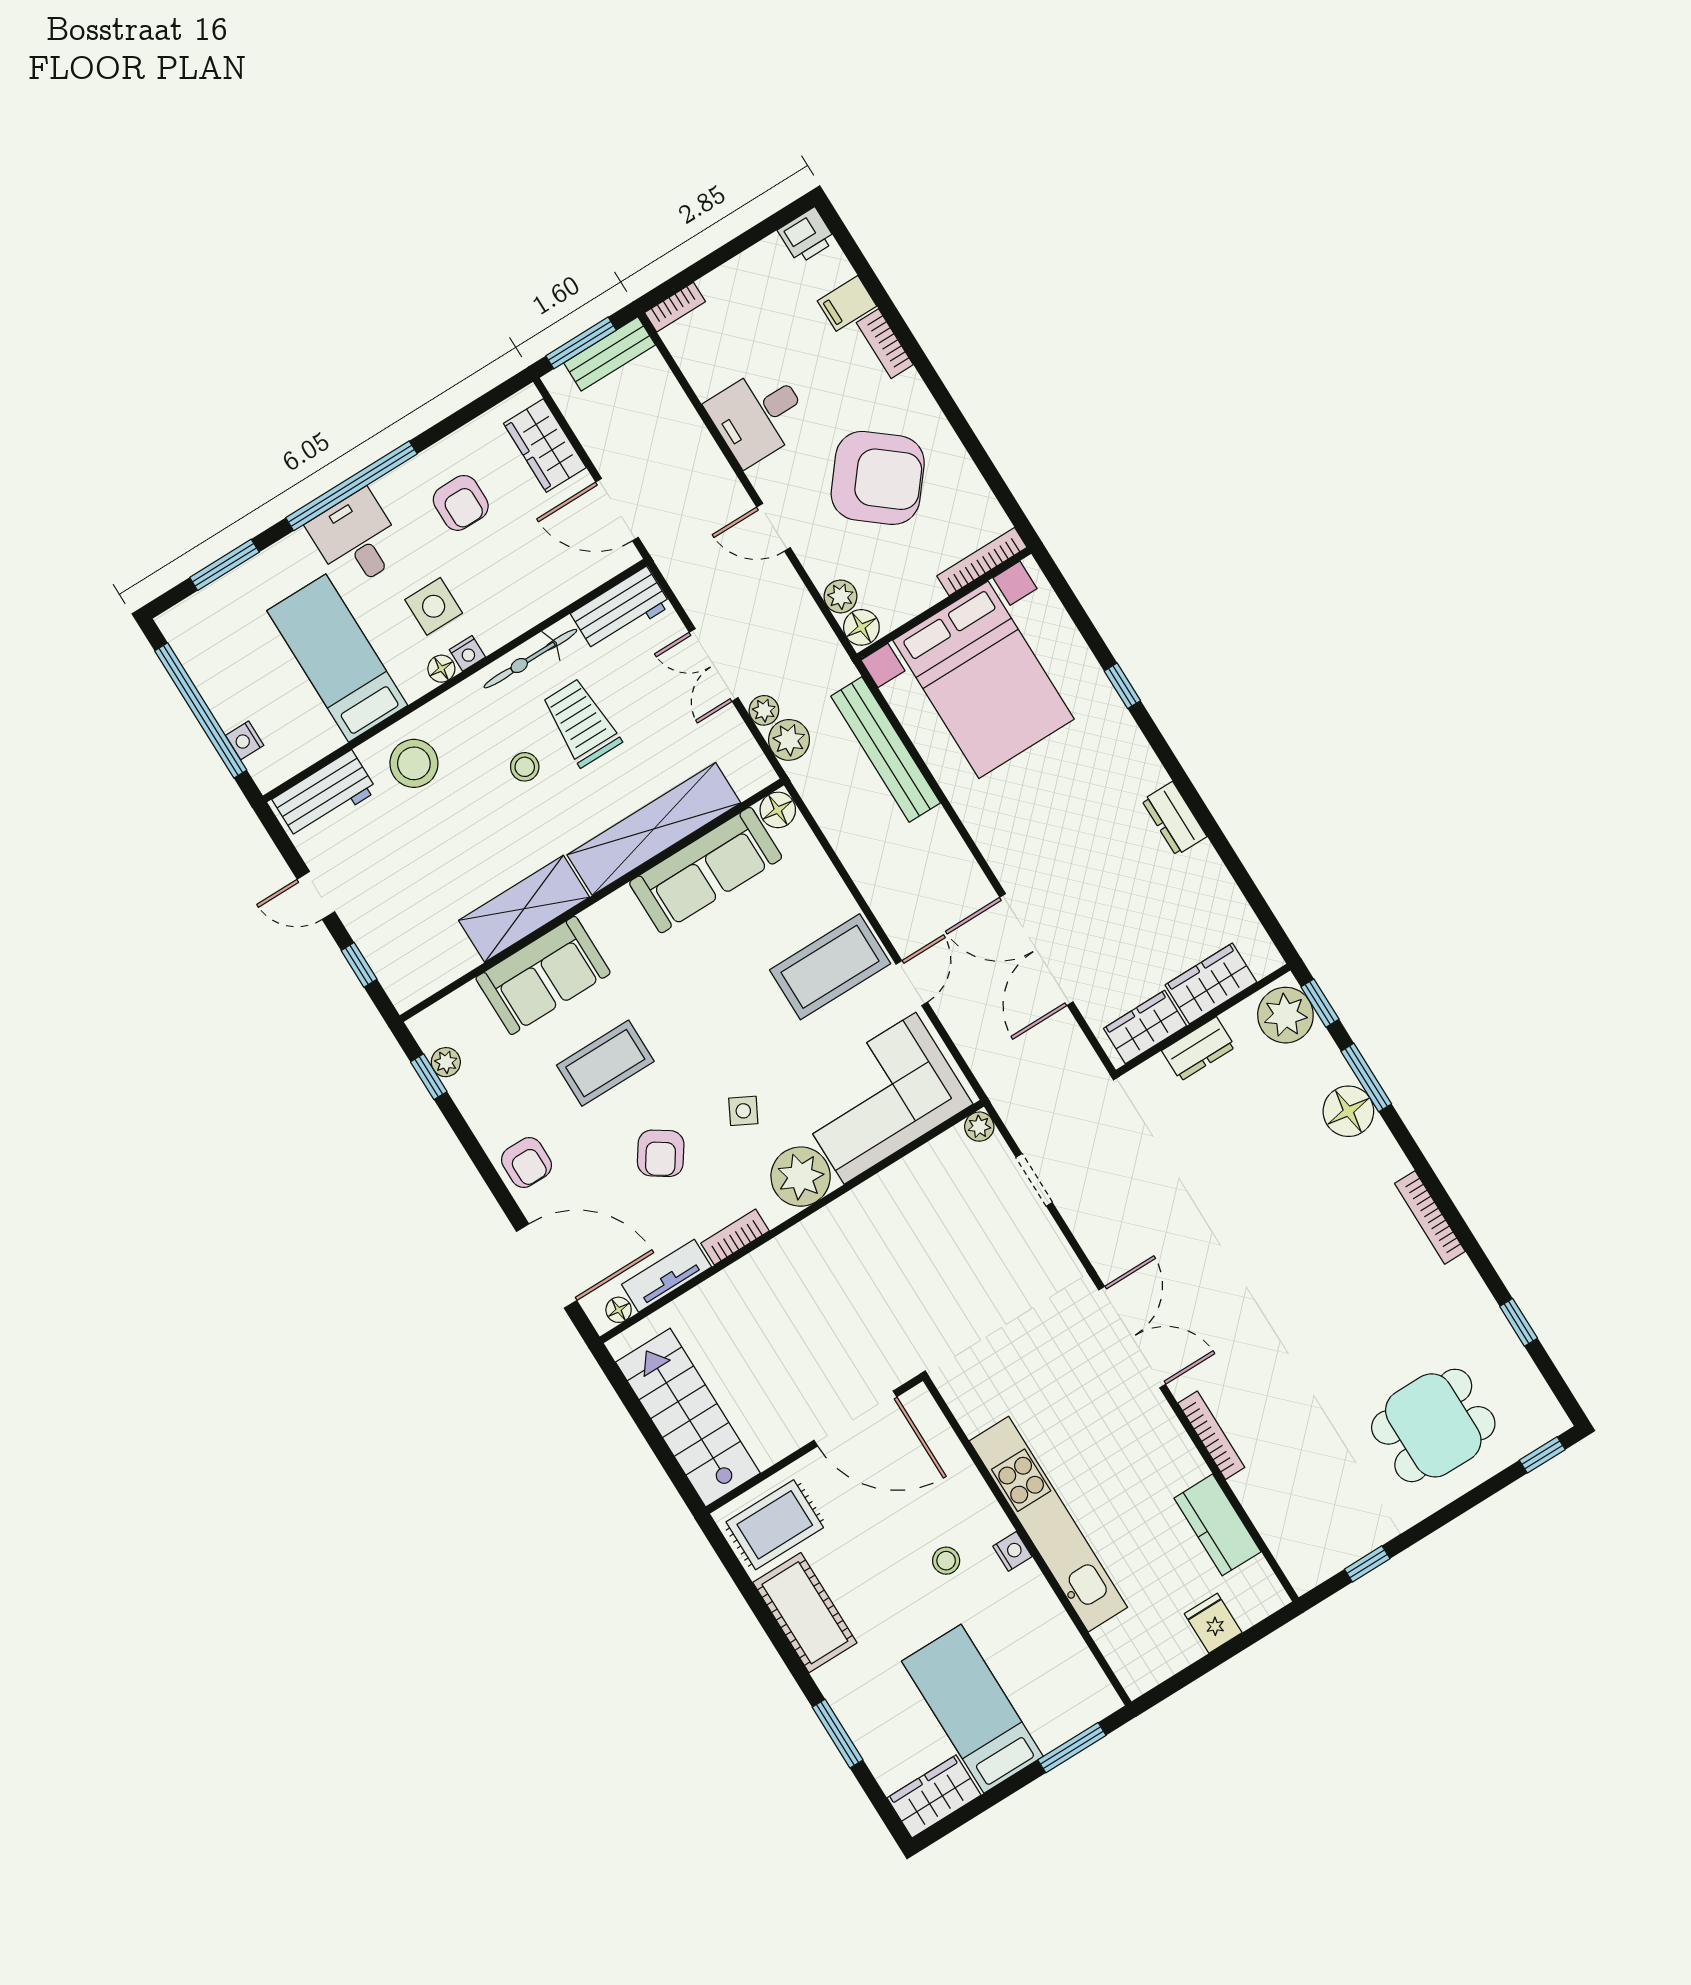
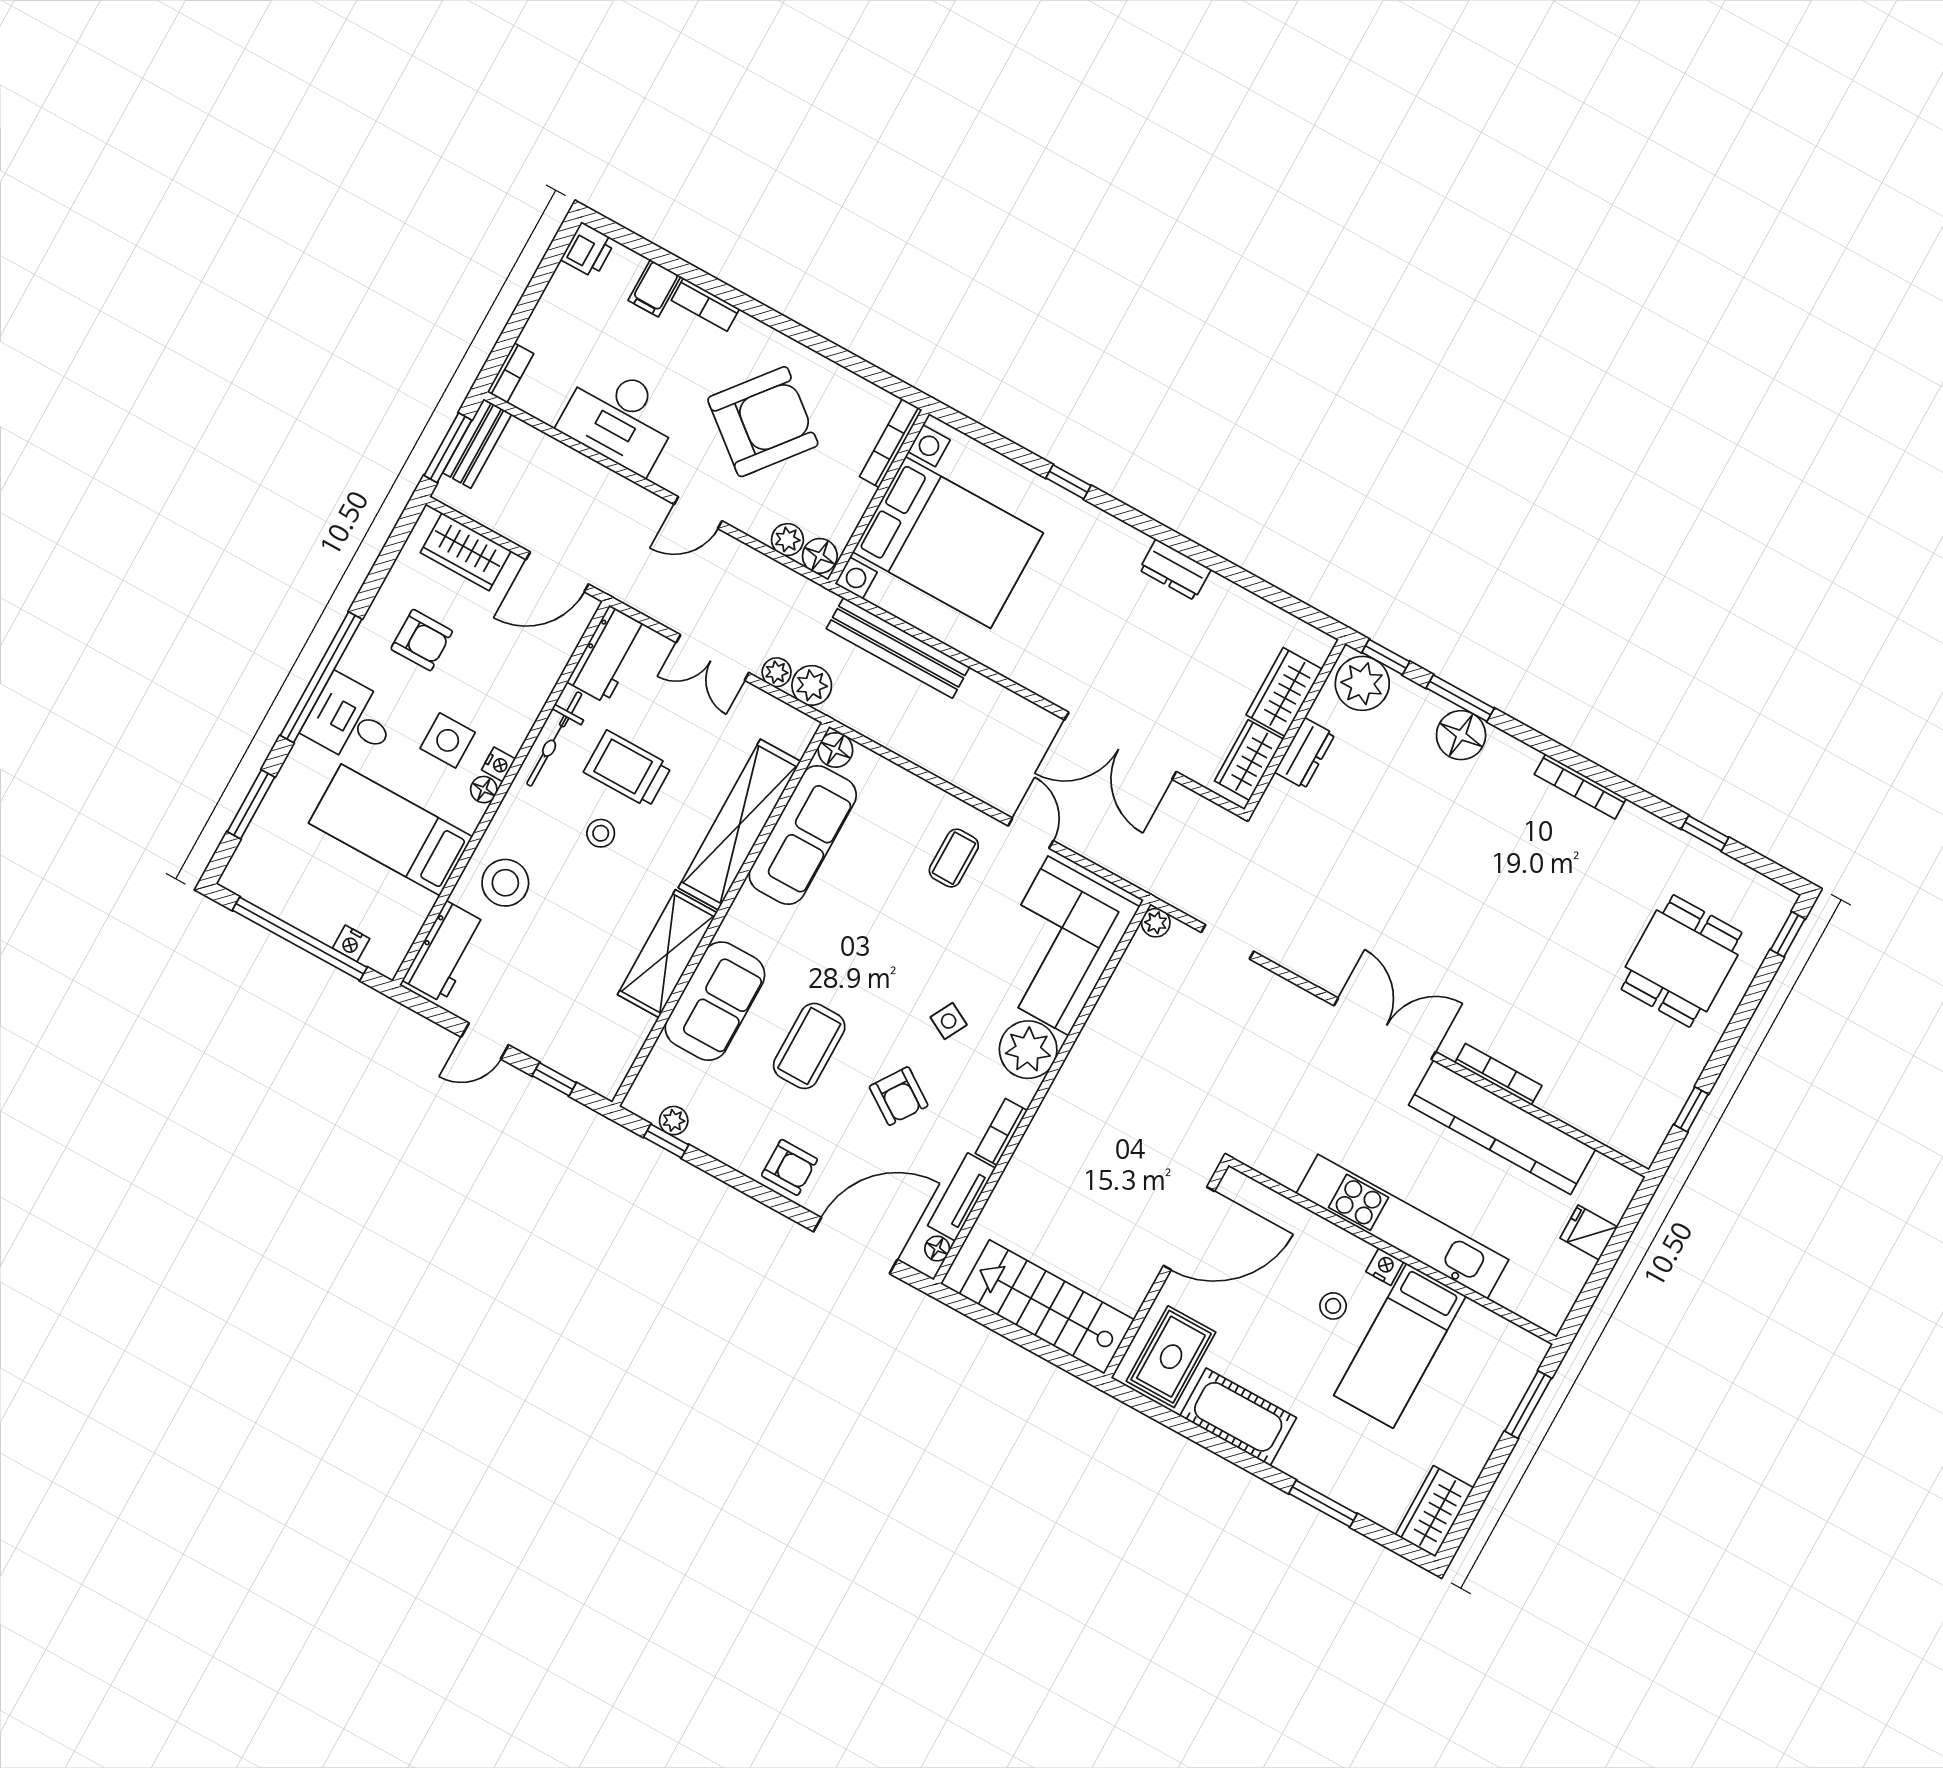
desk: (758, 415) -> (620, 418), width x1.37
coffee table: (830, 967) -> (954, 858), width x0.54, depth x0.58
kitchen counter: (1217, 1525) -> (1502, 1127), width x2.08, depth x1.17
bed: (972, 1709) -> (1400, 1346), moved, turned -90

